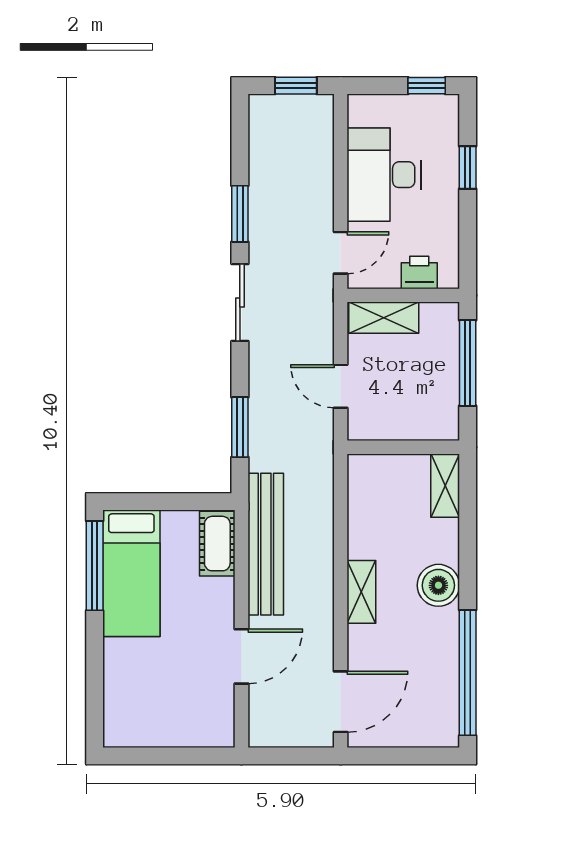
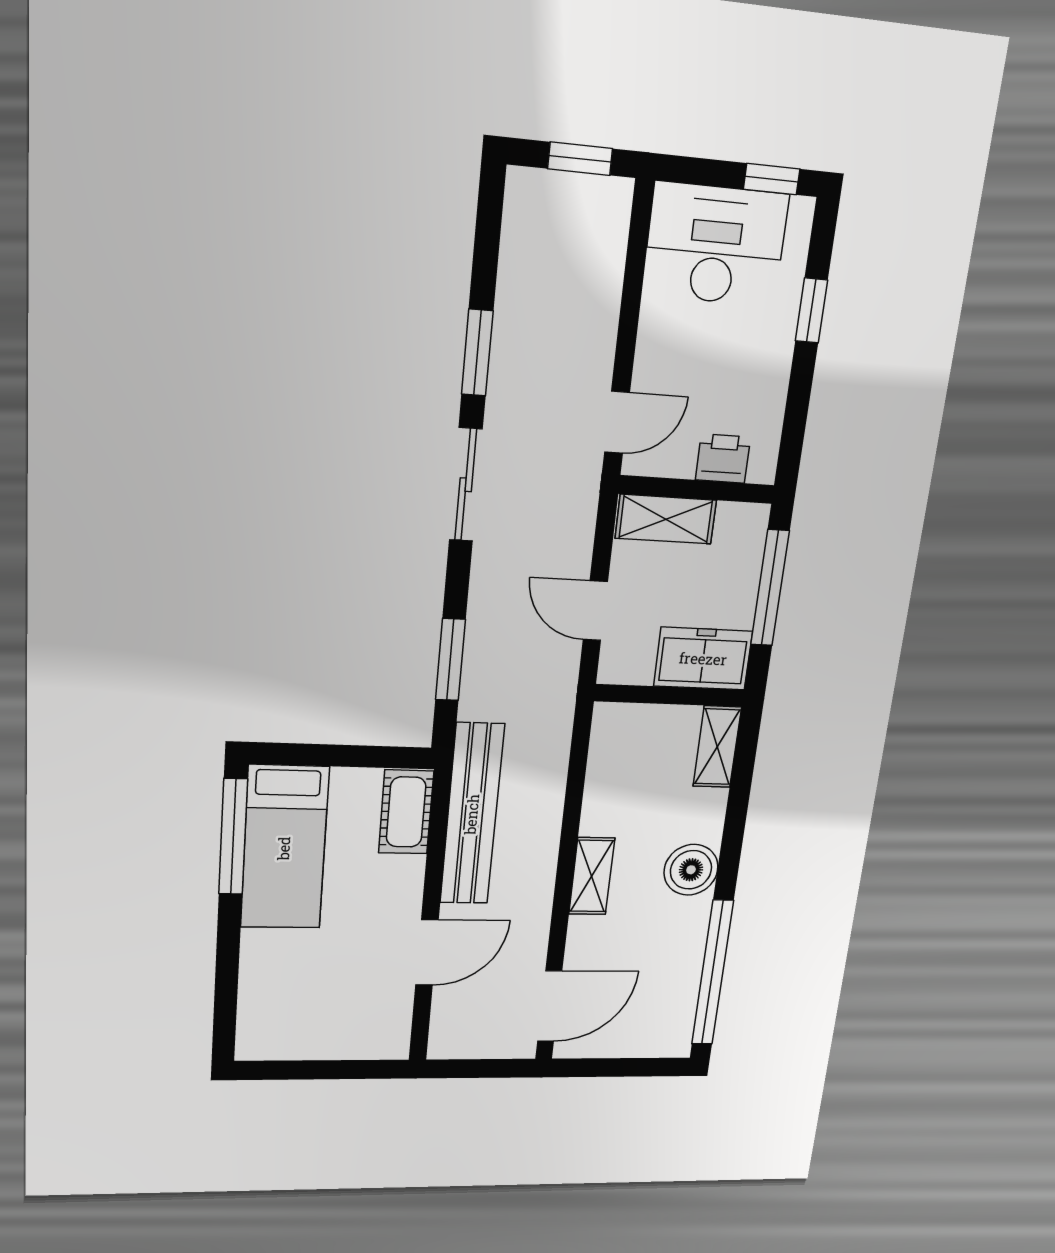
desk: (384, 175) -> (715, 245), moved, turned 90
freezer: (425, 418) -> (703, 659), added

